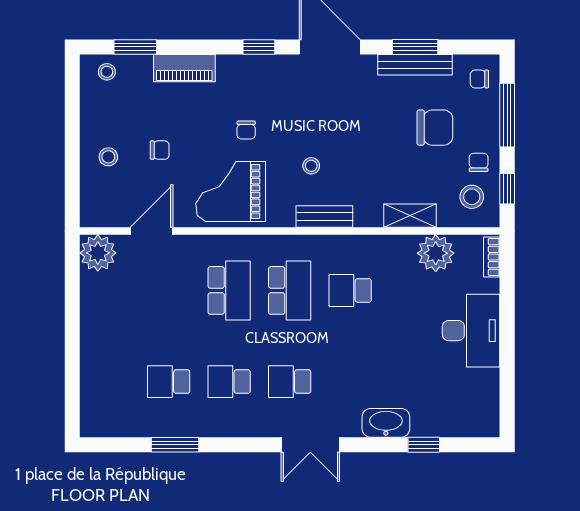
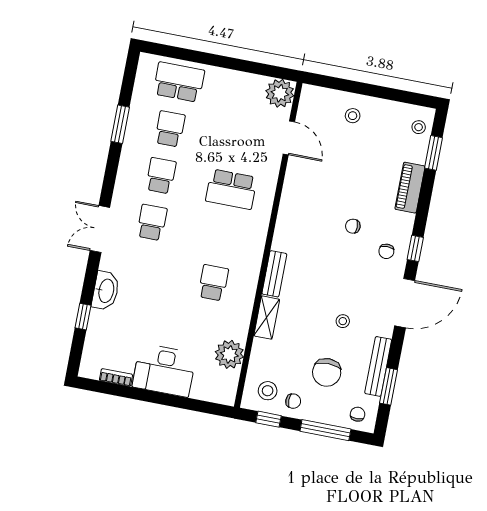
window: (415, 47) -> (389, 386), moved
chair: (160, 150) -> (386, 251), moved
stool: (311, 166) -> (343, 321), moved
grand piano: (231, 192) -> (308, 205), removed
shelving: (410, 216) -> (267, 318), moved
bookcase: (492, 257) -> (116, 377), moved
school desk: (290, 290) -> (179, 82), moved, turned 180

